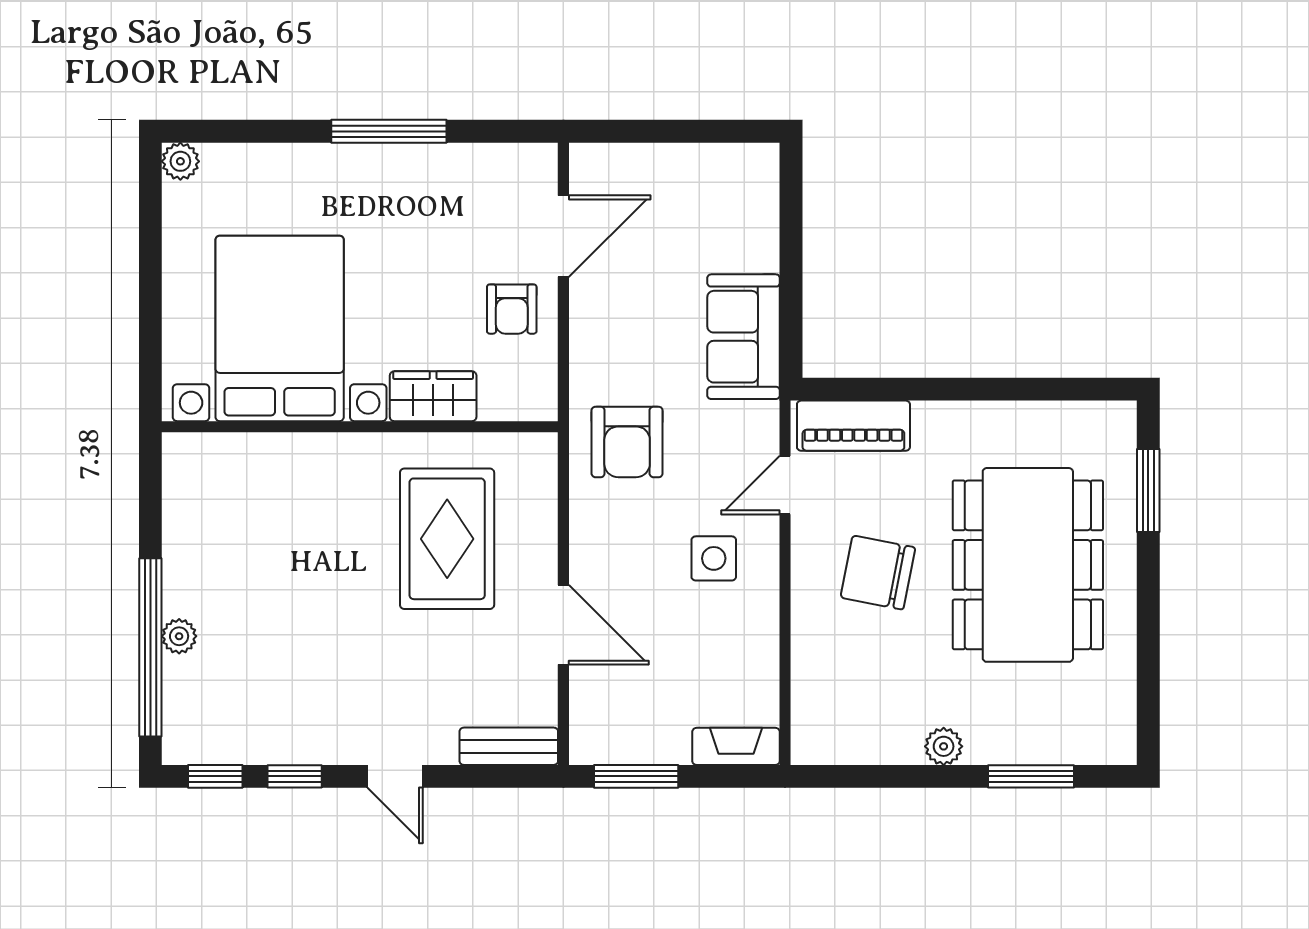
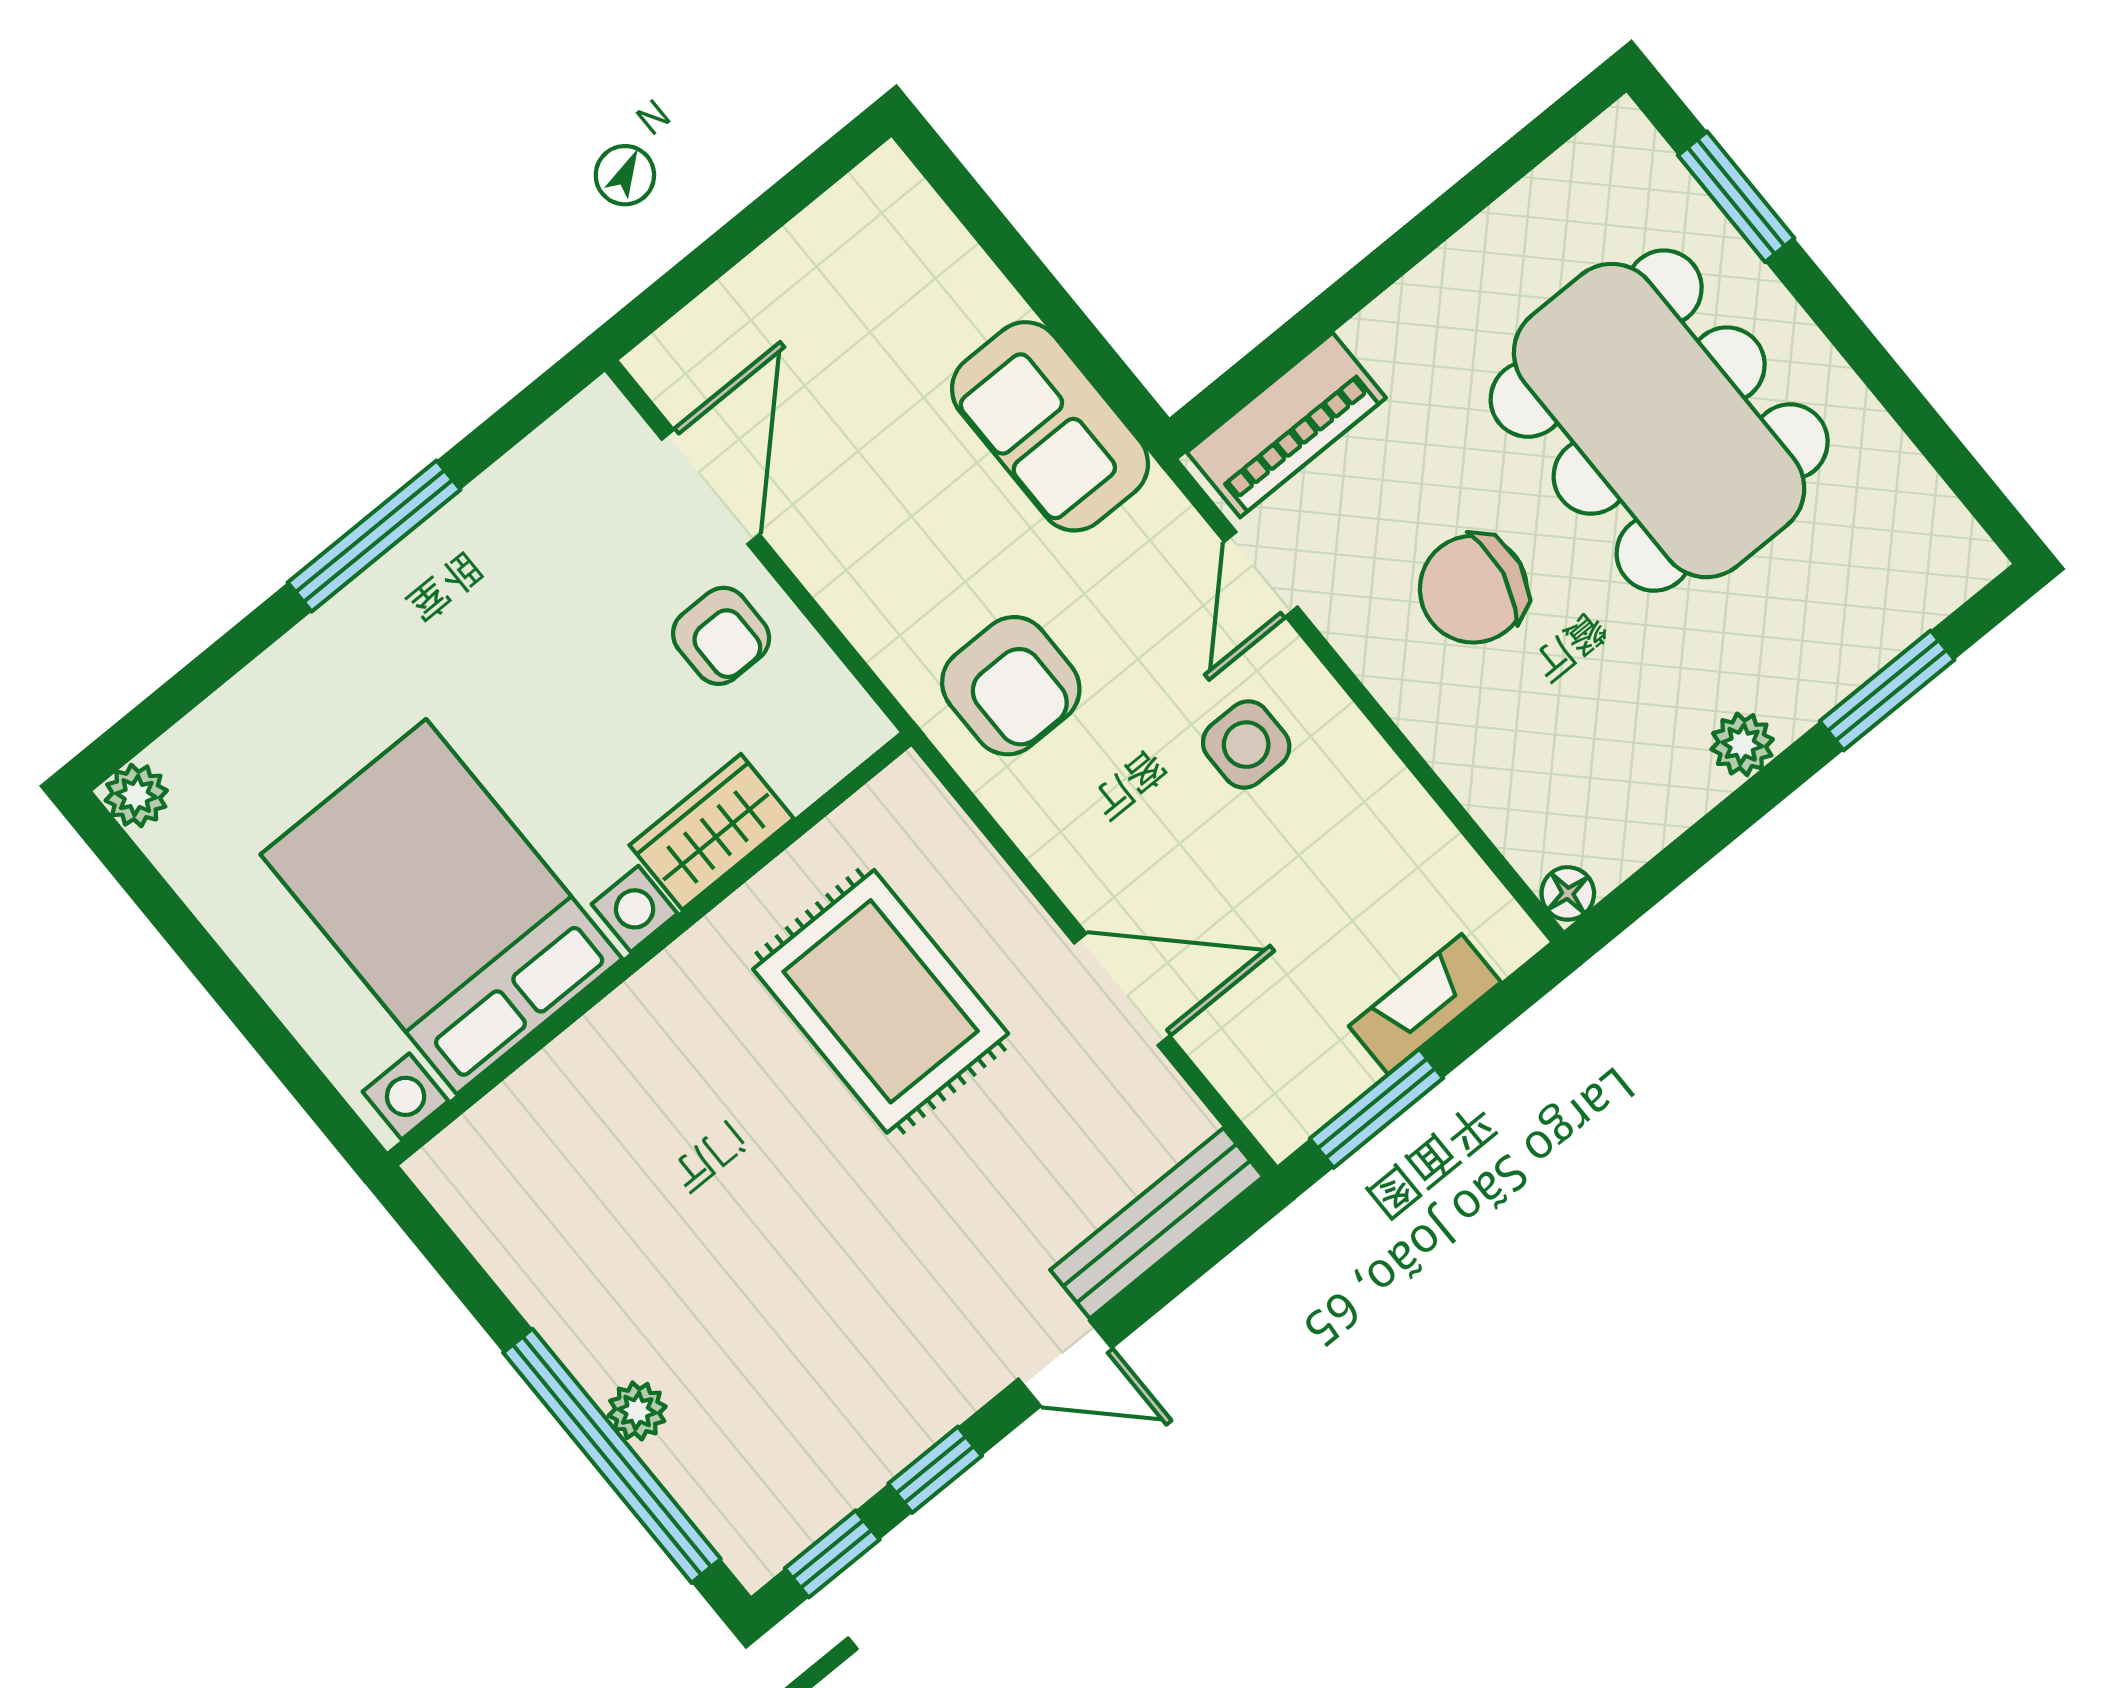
bench: (509, 746) -> (1157, 1223), width x1.36
fireplace: (736, 746) -> (1425, 1004), moved
floor lamp: (806, 749) -> (1568, 893), added

